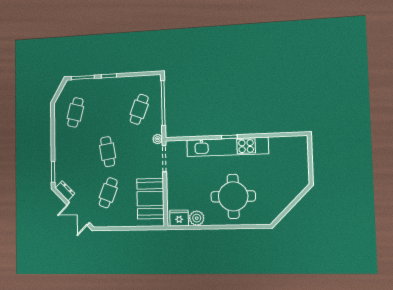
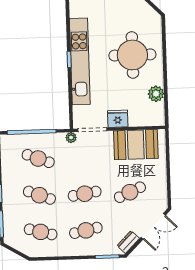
cafe table: (107, 111) -> (39, 195), added
cafe table: (76, 153) -> (86, 230), added
cafe table: (108, 193) -> (130, 192), turned -45
fridge: (179, 218) -> (118, 119), moved, turned 90

